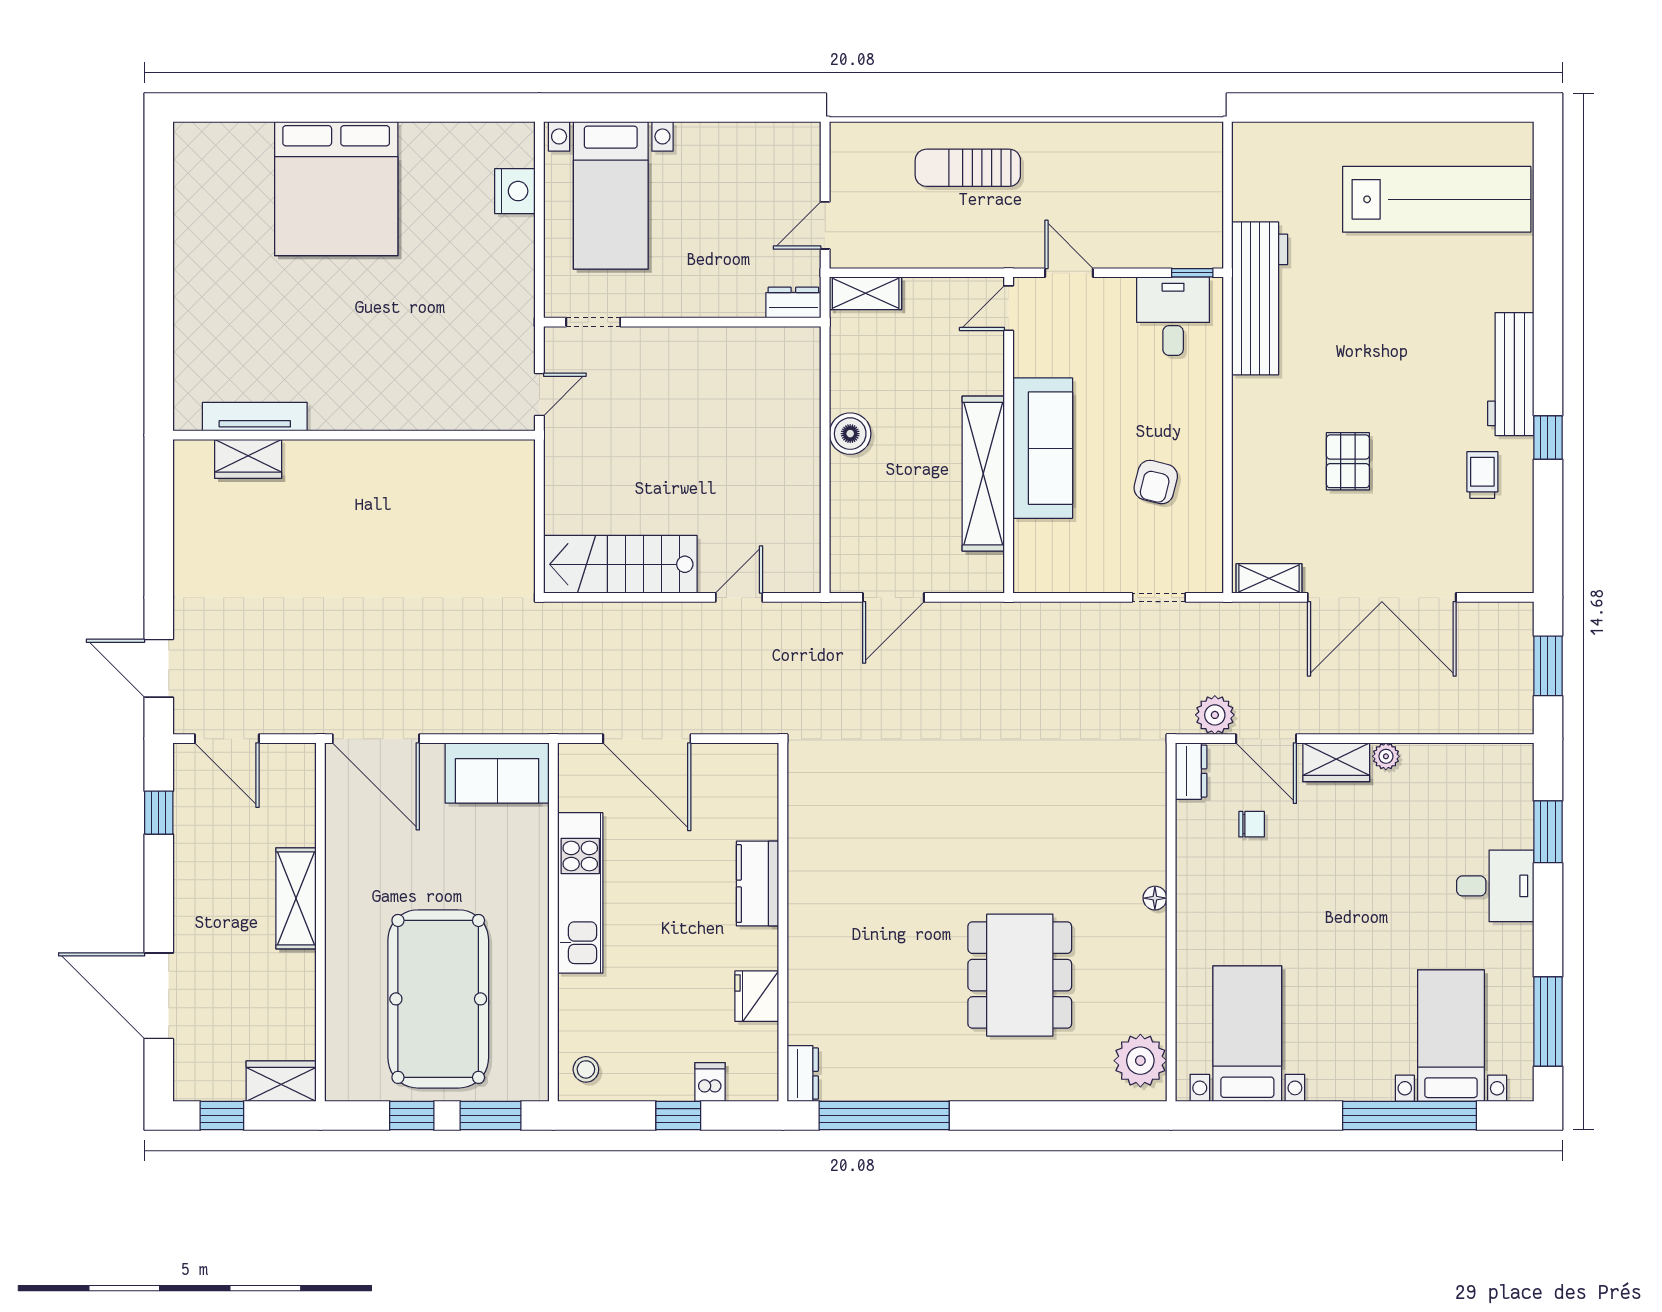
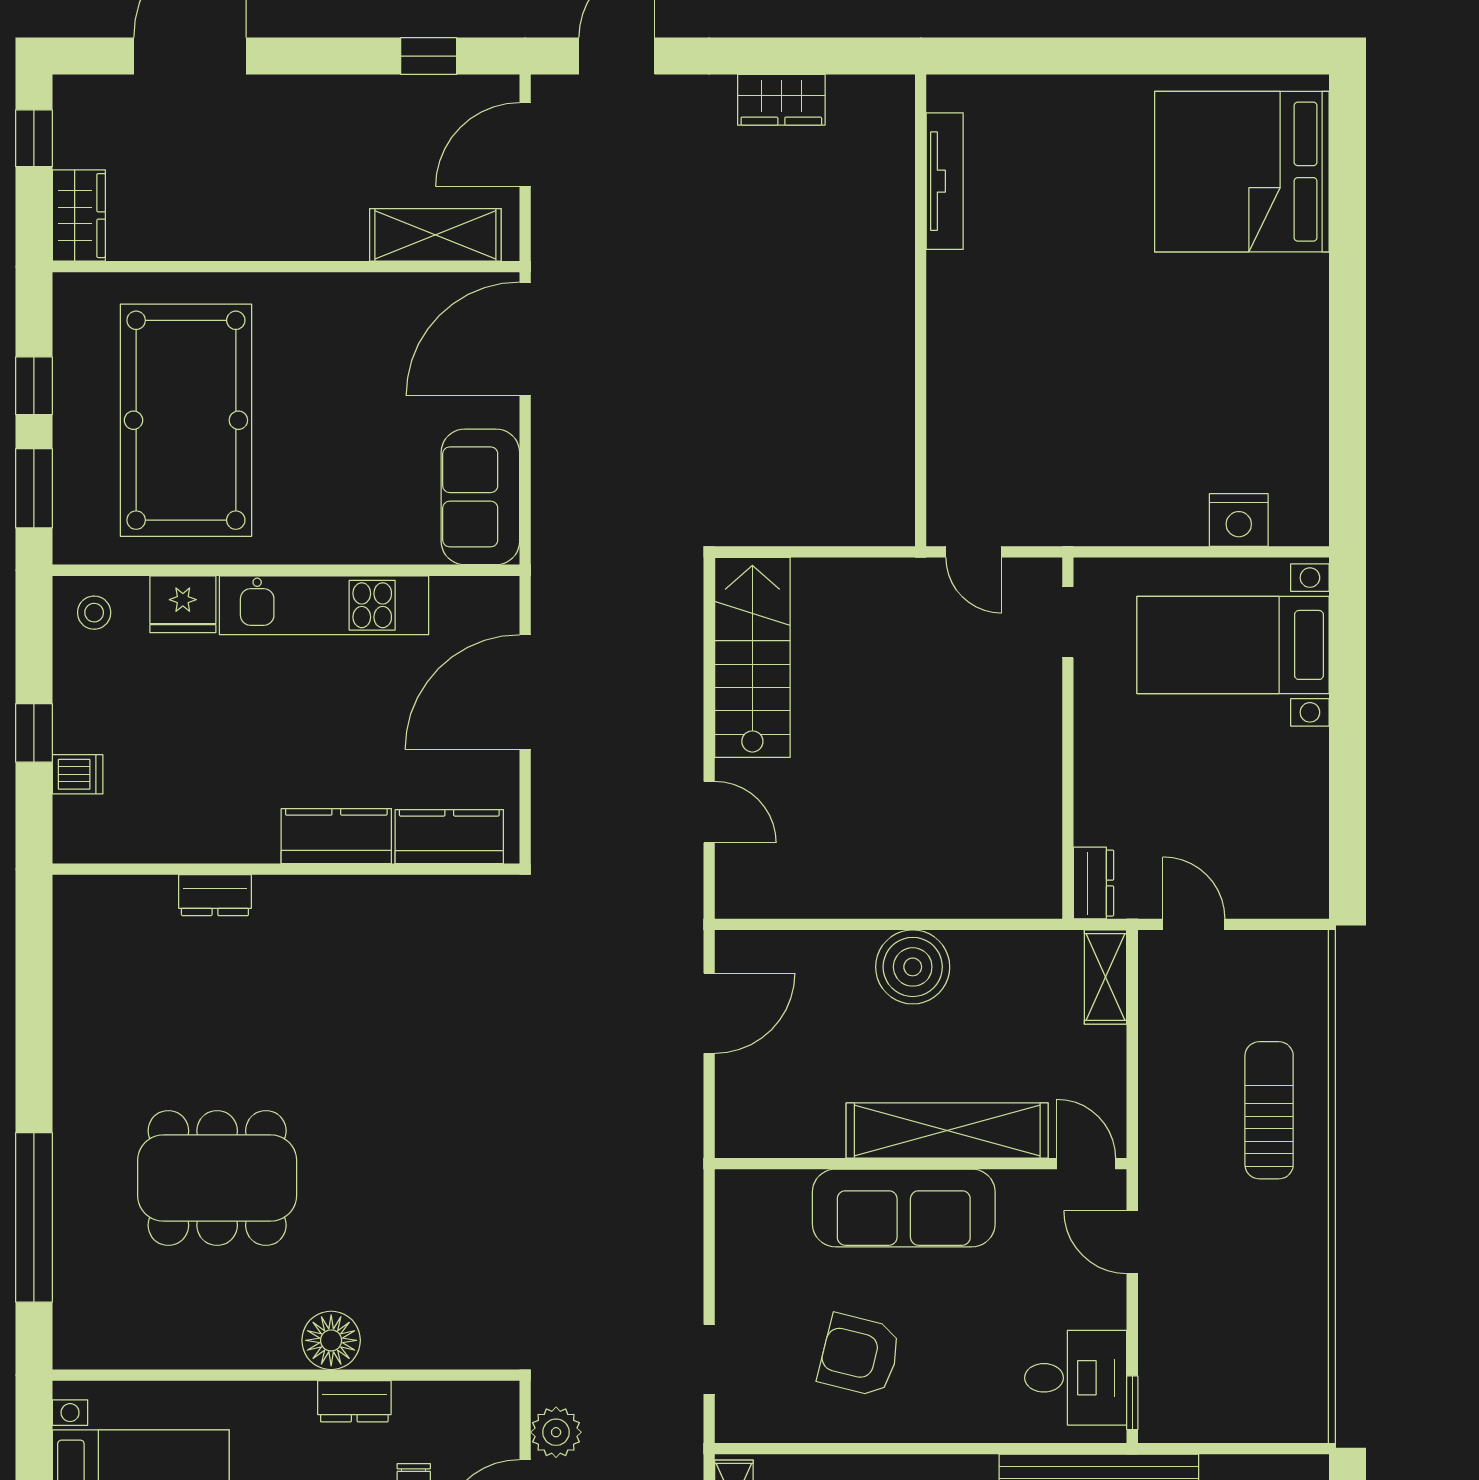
bed: (336, 189) -> (1242, 172), moved
door: (1069, 273) -> (1132, 1242), swing flipped
boiler: (850, 434) -> (913, 967), width x1.37, depth x1.37
wardrobe: (248, 459) -> (781, 100), moved, turned -90
shelving: (983, 474) -> (947, 1130), moved
armchair: (1156, 482) -> (860, 1355), width x1.38, depth x1.38
door: (893, 597) -> (709, 1013), swing flipped
dresser: (1191, 771) -> (354, 1401), moved
kitchen counter: (758, 797) -> (449, 837), added
shelving: (296, 898) -> (435, 235), moved
floor lamp: (1155, 898) -> (331, 1340), width x1.89, depth x1.89
fridge: (757, 996) -> (183, 604), moved, turned 180
pool table: (438, 999) -> (186, 420), turned 90
plant: (1140, 1061) -> (106, 1335), removed
dresser: (803, 1074) -> (215, 895), moved
window: (884, 1116) -> (34, 1217), moved

